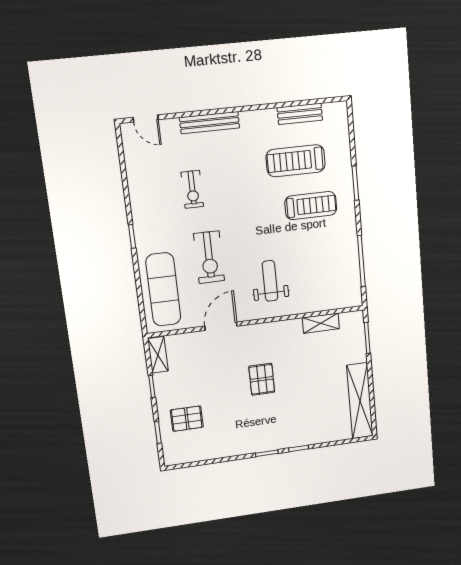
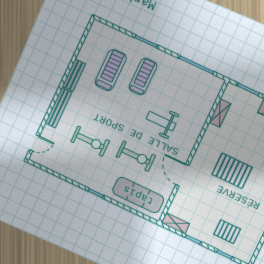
bench: (300, 114) -> (74, 75), moved
treadmill: (296, 161) -> (111, 70), turned 180
exercise bike: (192, 189) -> (90, 141), width x1.38, depth x1.39
weight bench: (270, 281) -> (161, 121), moved
pallet: (262, 379) -> (232, 171), width x1.50, depth x1.42
pallet: (187, 419) -> (227, 232), turned 90

